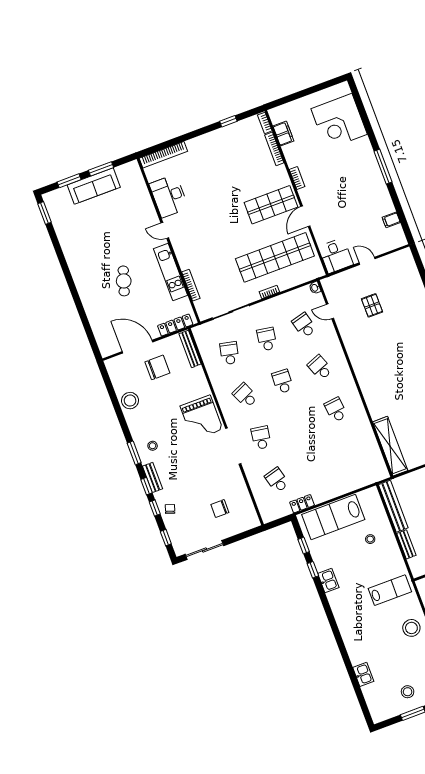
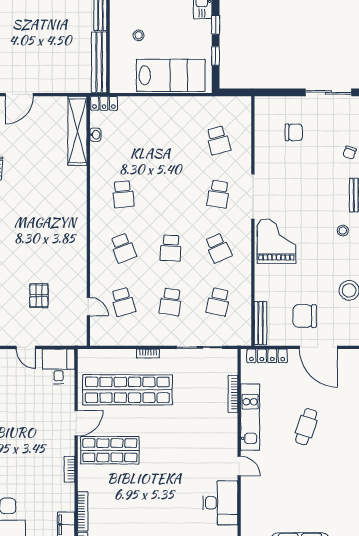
washbasin: (315, 288) -> (95, 135), moved
locker: (302, 504) -> (104, 103), moved

